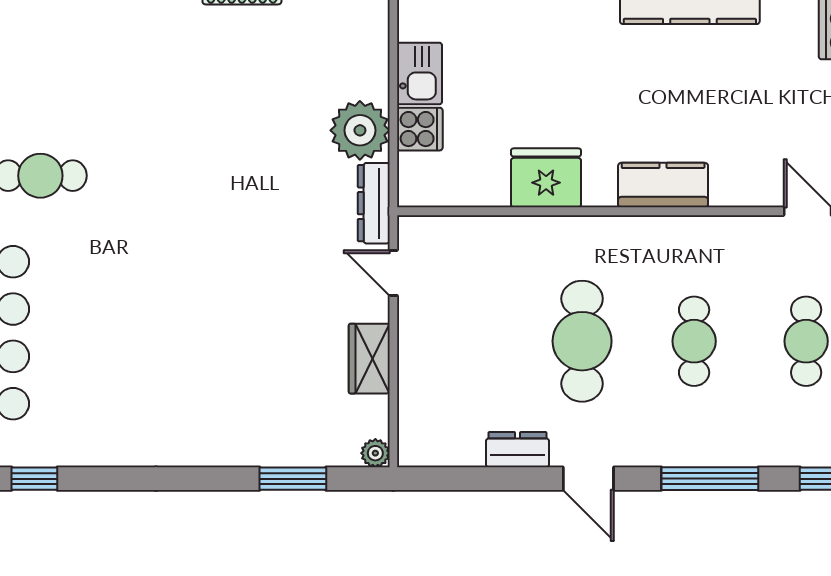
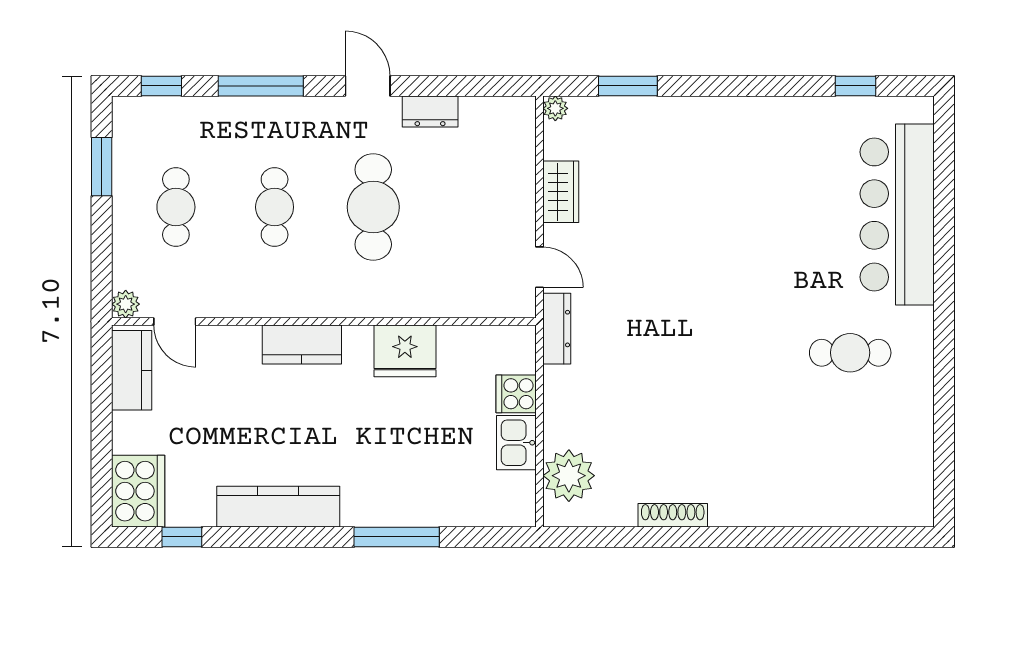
plant: (360, 130) -> (569, 476), moved

